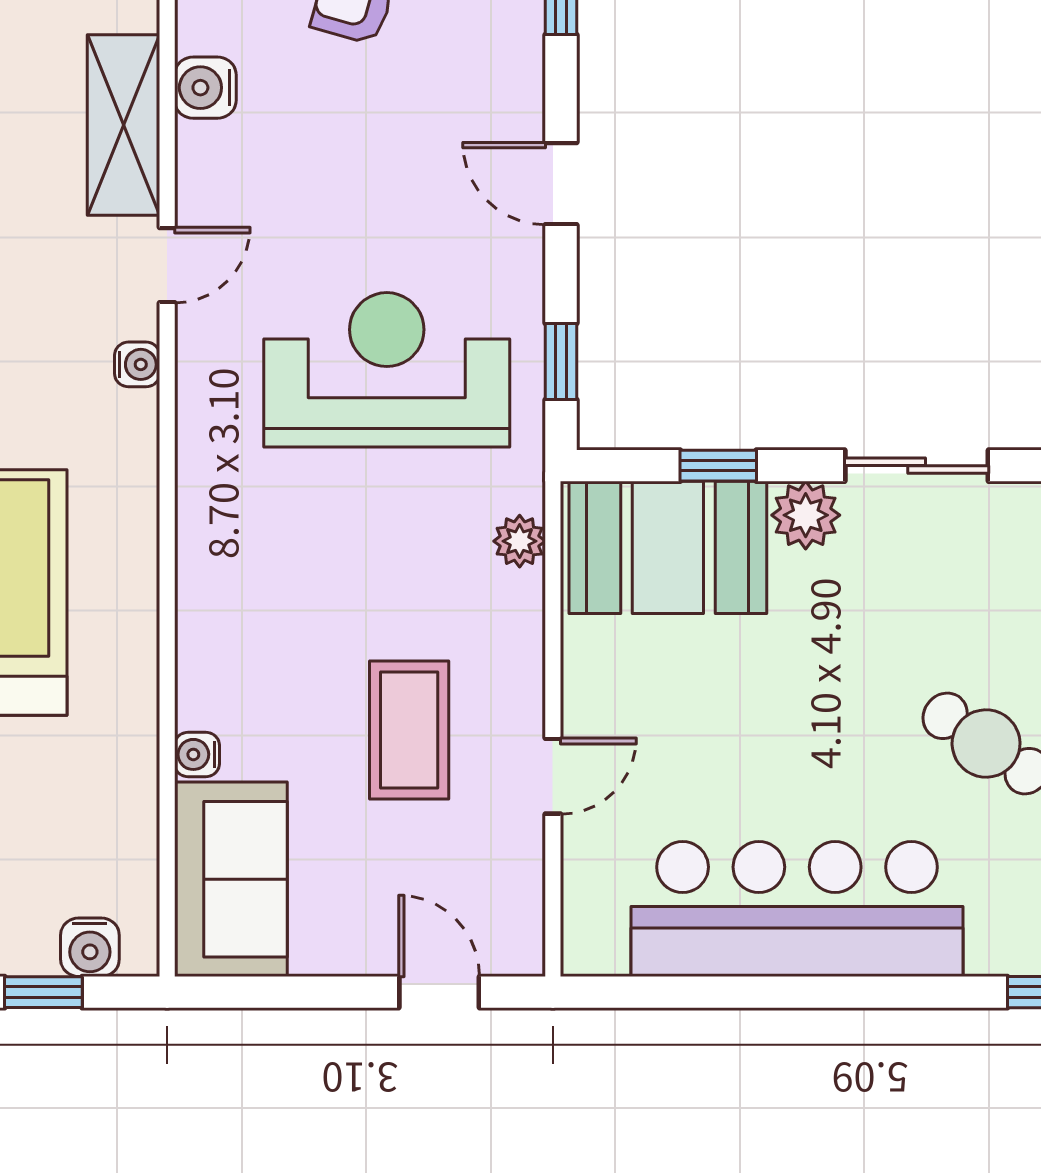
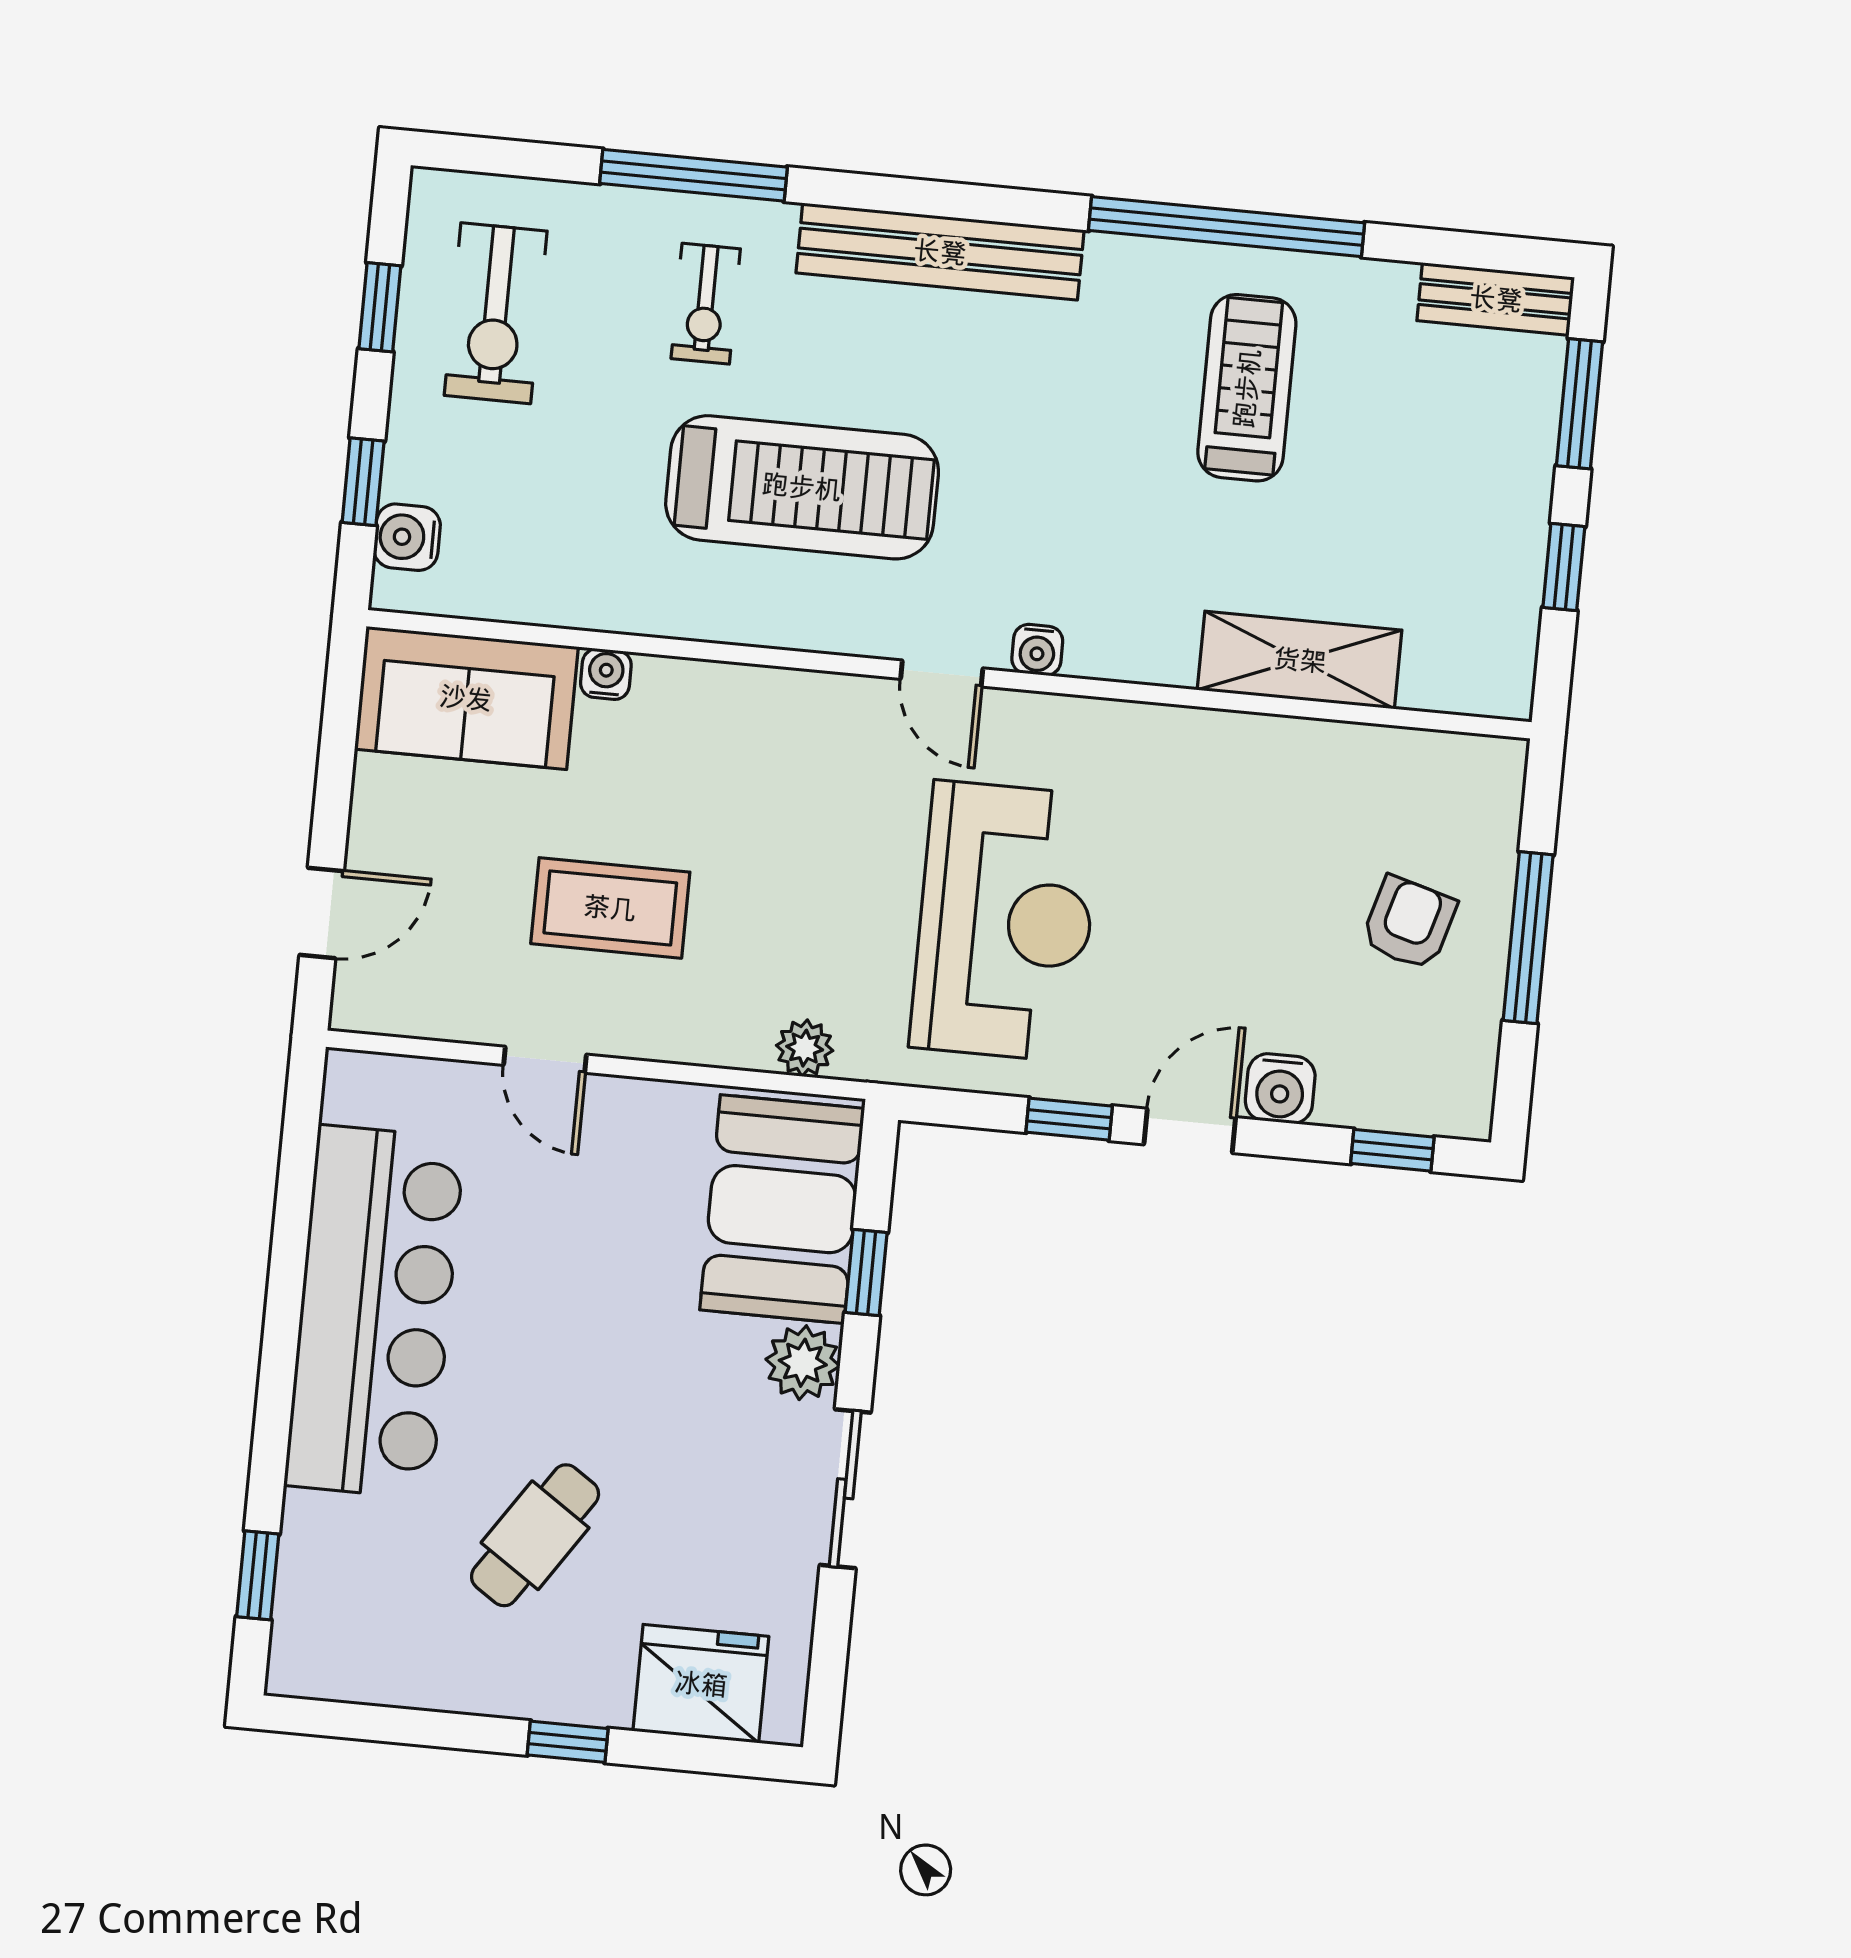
water cooler: (205, 88) -> (1280, 1089), moved, turned 180
door: (167, 265) -> (942, 674), moved
window: (561, 362) -> (1069, 1119), moved

